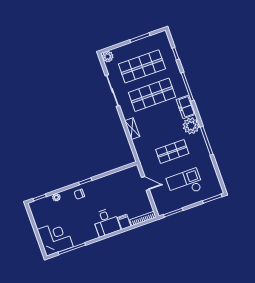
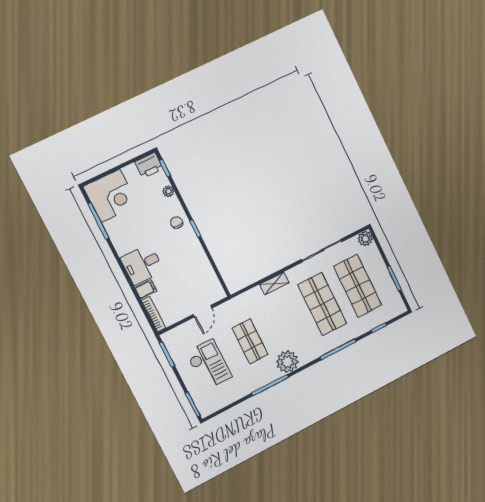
freezer: (186, 107) -> (311, 351), removed
printer: (36, 209) -> (149, 165), added

